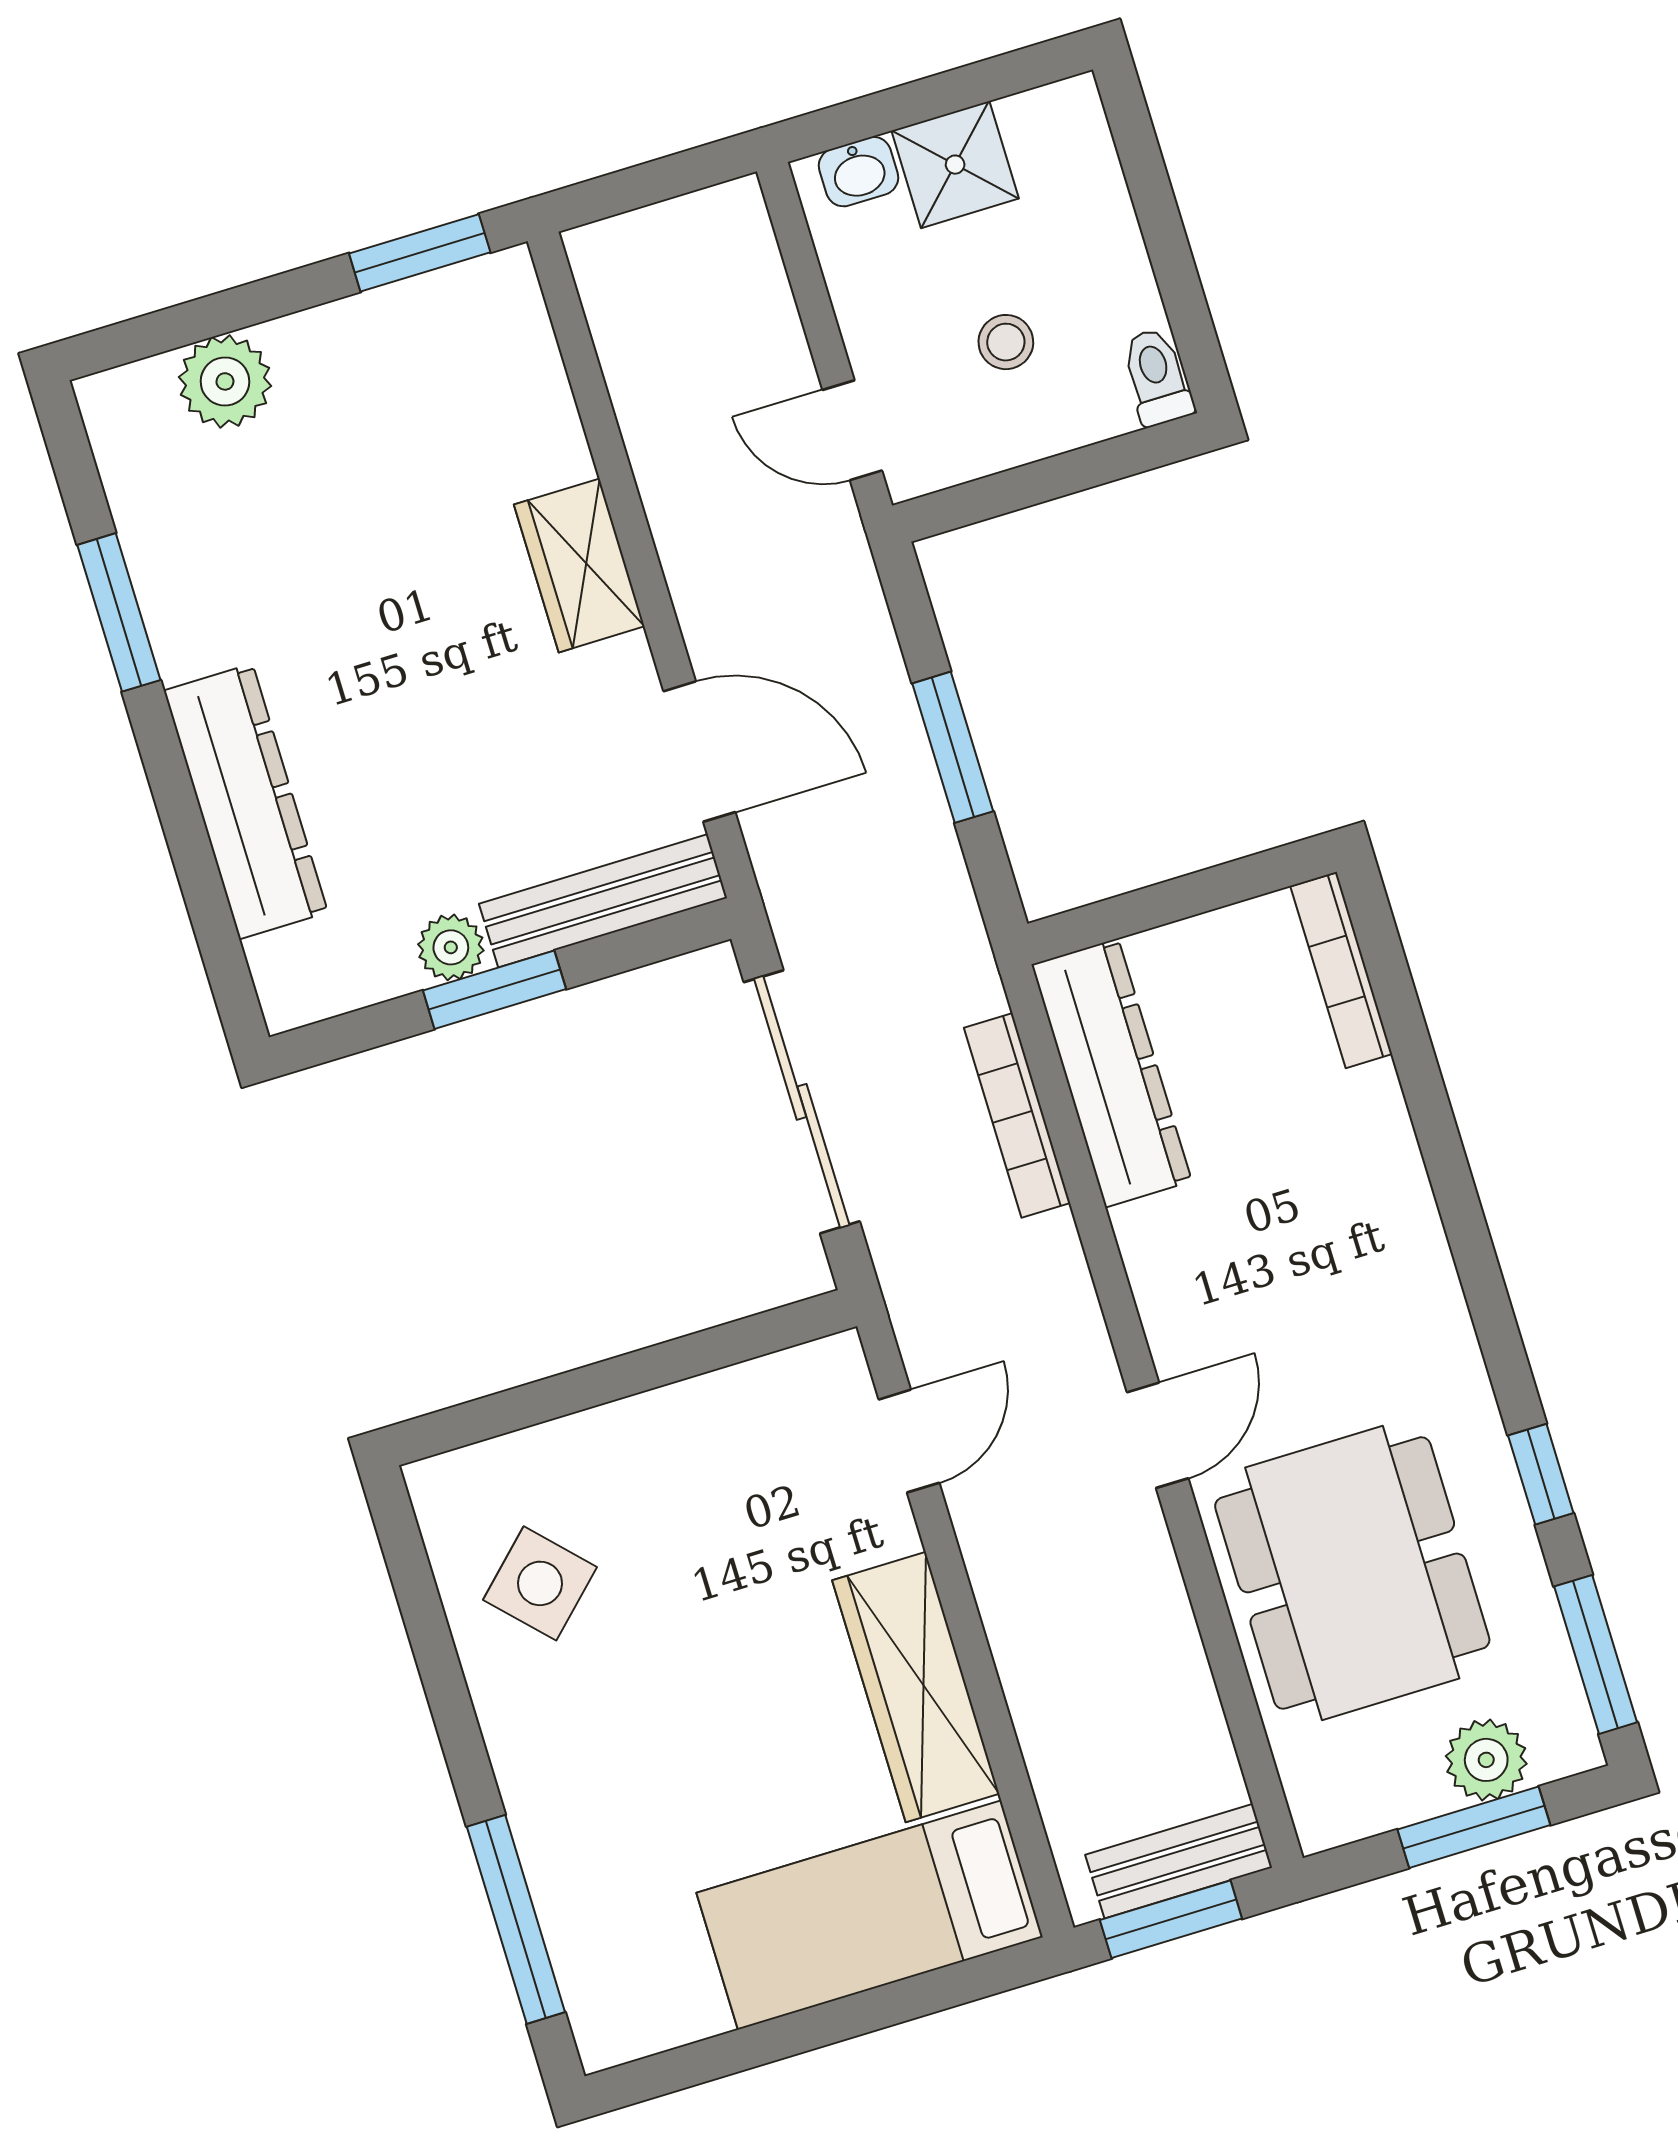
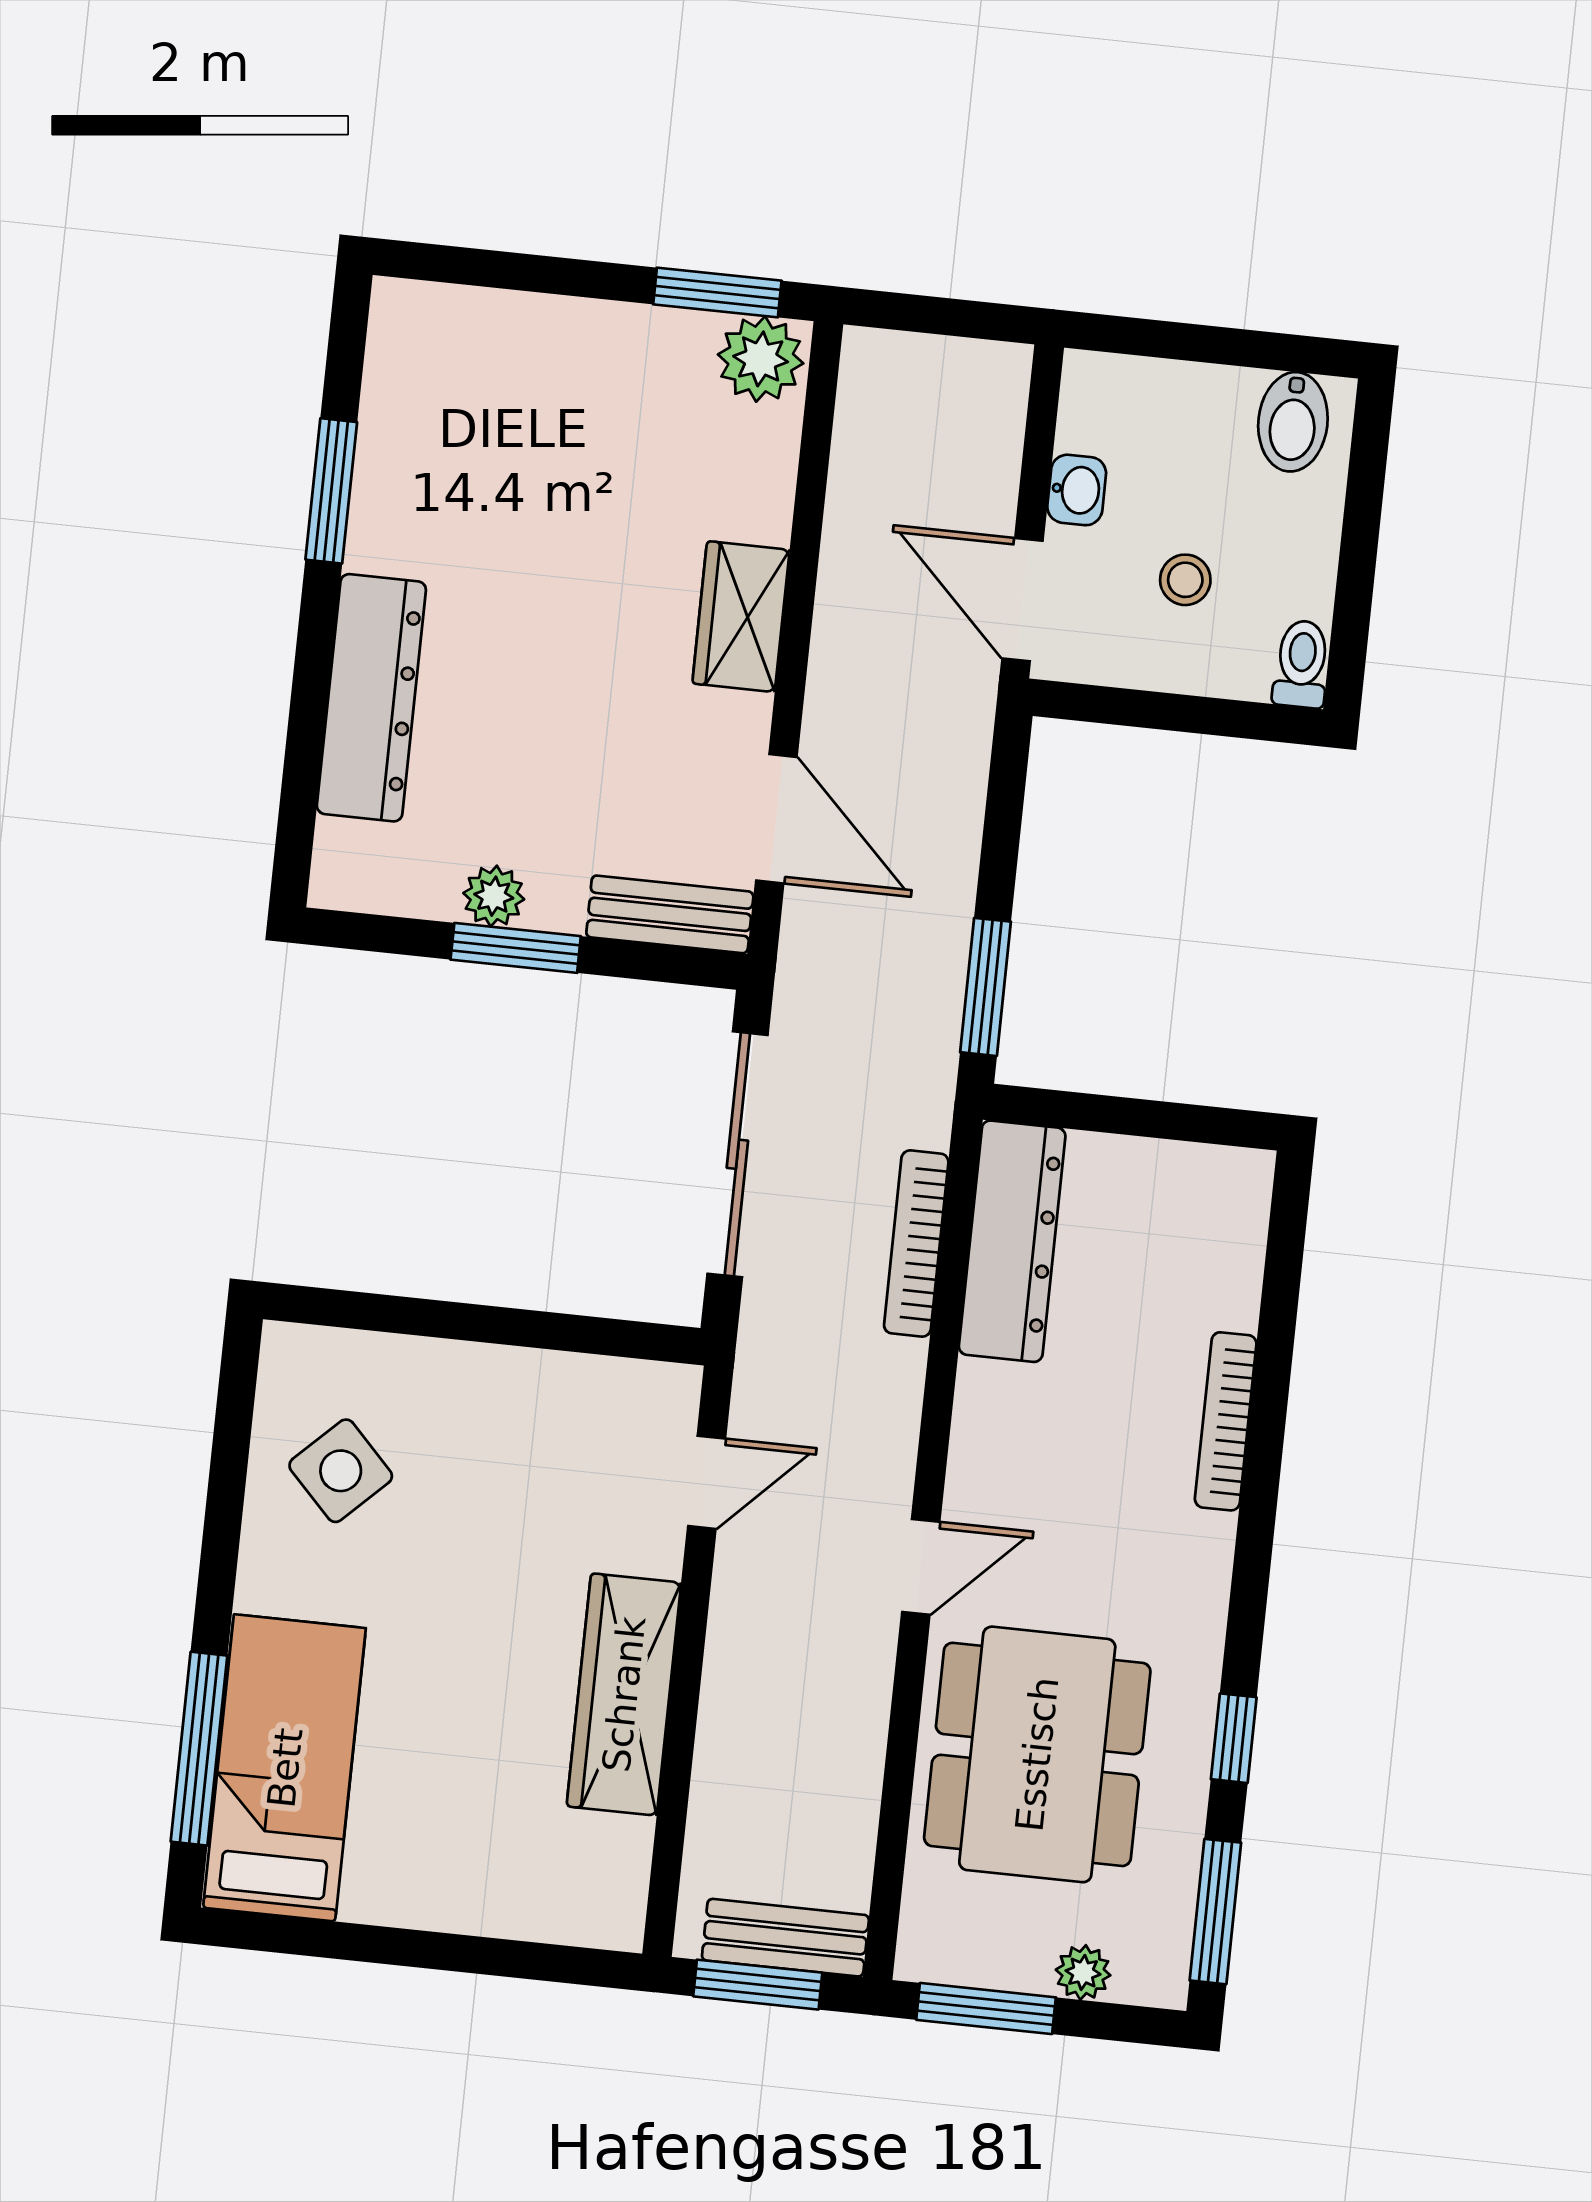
bidet: (1047, 140) -> (1293, 422), added
shower: (955, 165) -> (1206, 410), removed
washbasin: (858, 172) -> (1077, 490), moved, turned -90
plant: (225, 381) -> (761, 359), moved
door: (852, 430) -> (1022, 600), width x1.38
window: (953, 747) -> (985, 987), moved
bench: (603, 901) -> (670, 914), width x0.73
bookcase: (1341, 970) -> (1226, 1421), moved
plant: (1486, 1760) -> (1083, 1972), width x0.73, depth x0.73
window: (1474, 1827) -> (986, 2009), moved
bed: (870, 1915) -> (285, 1768), moved, turned 90

